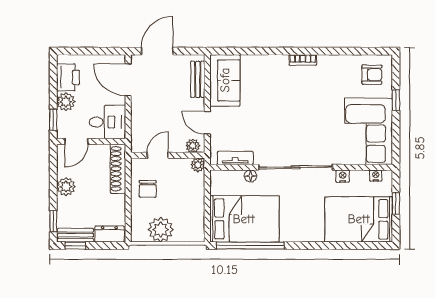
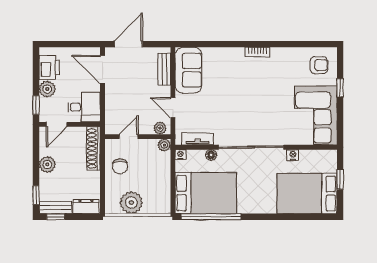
nightstand: (376, 176) -> (180, 155), moved

